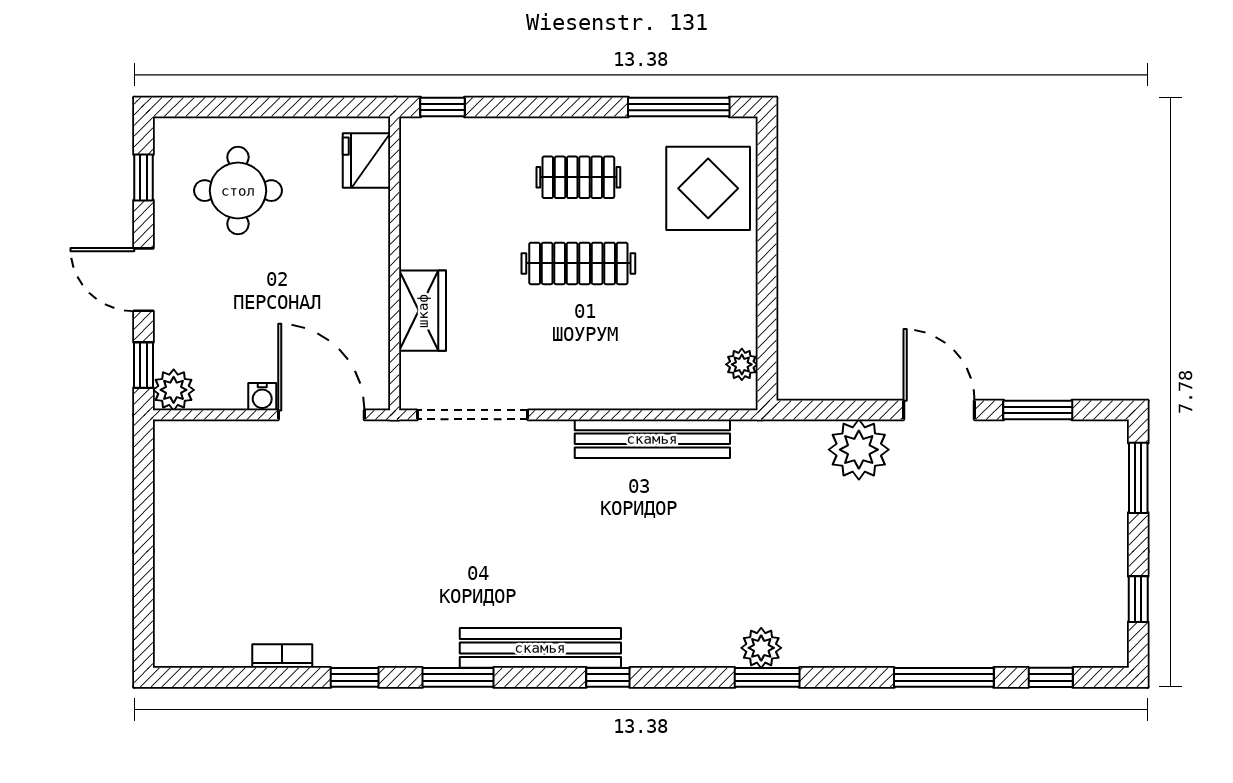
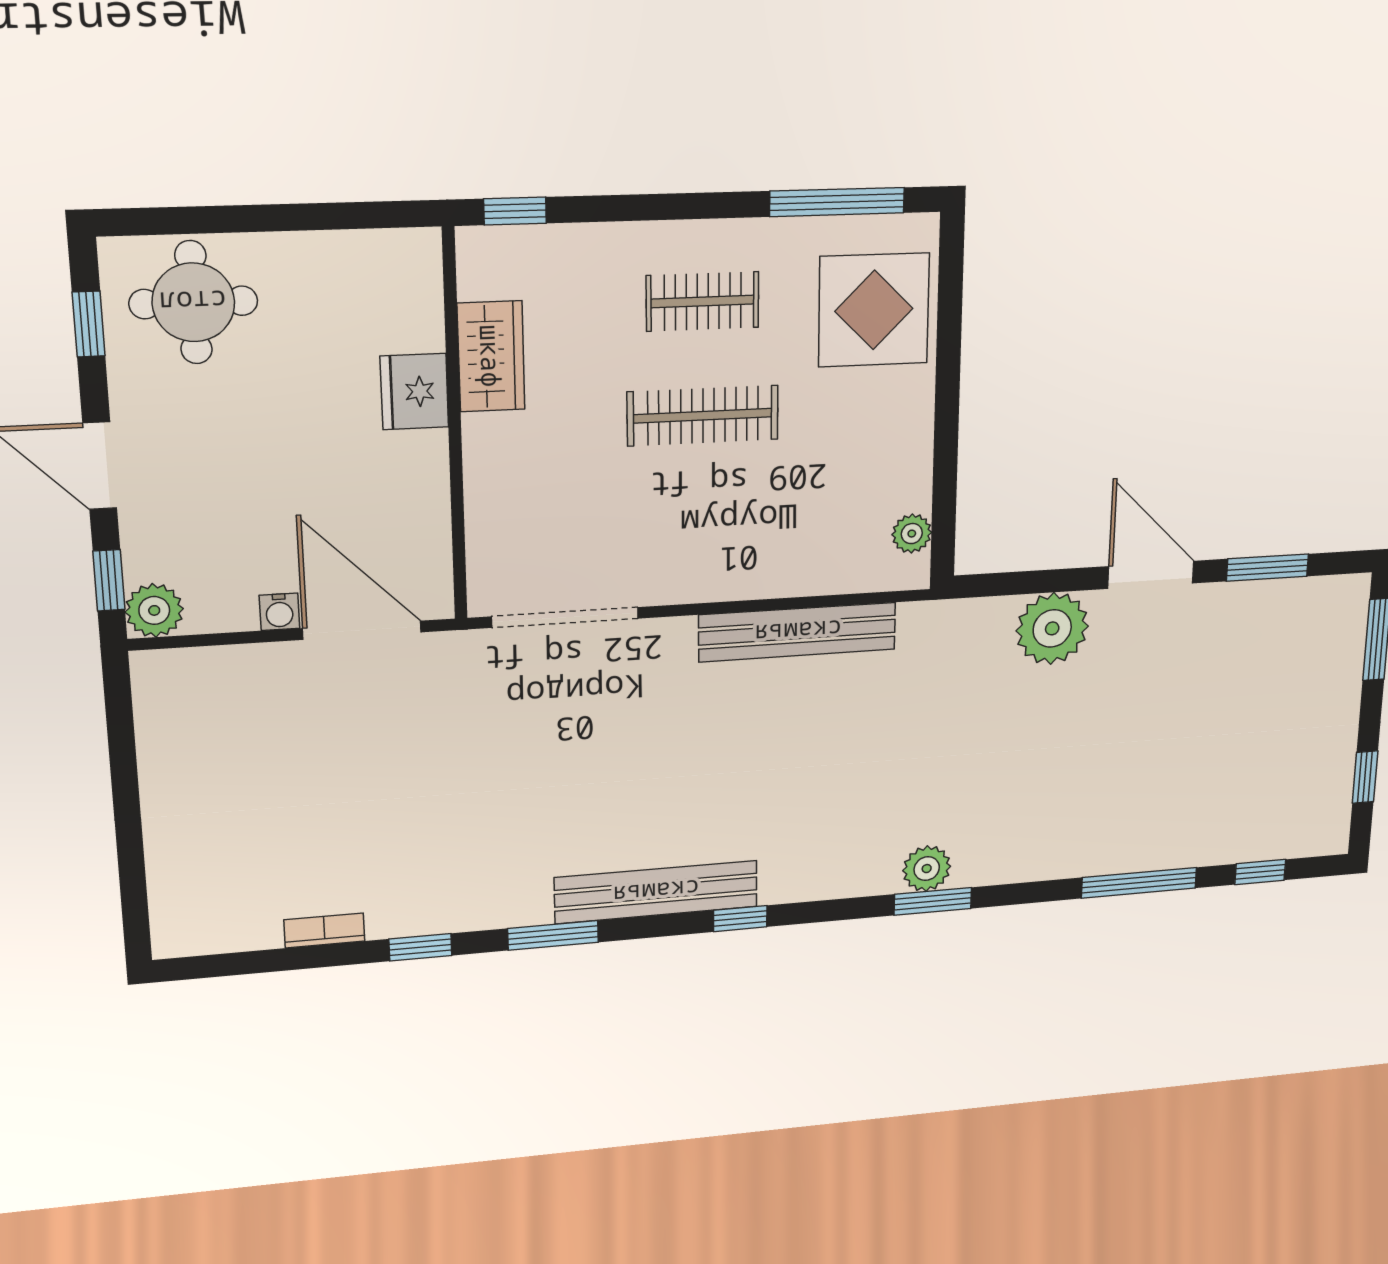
fridge: (367, 160) -> (414, 392), moved
round table: (238, 191) -> (193, 302), moved
wardrobe: (423, 311) -> (491, 356), moved

